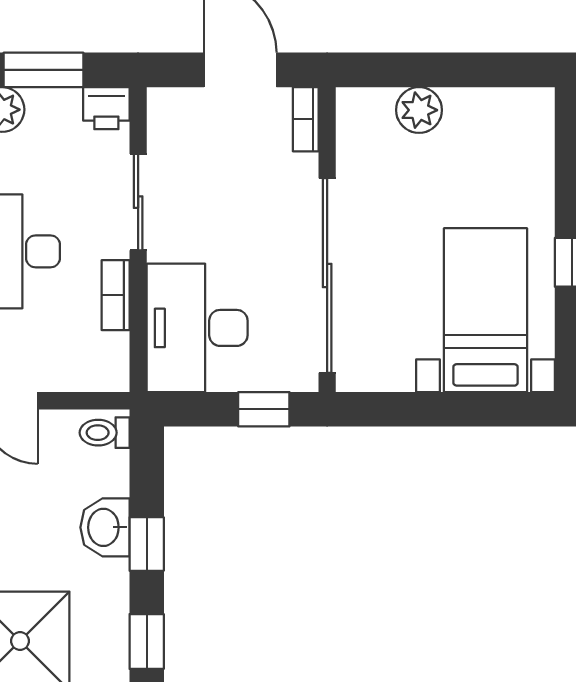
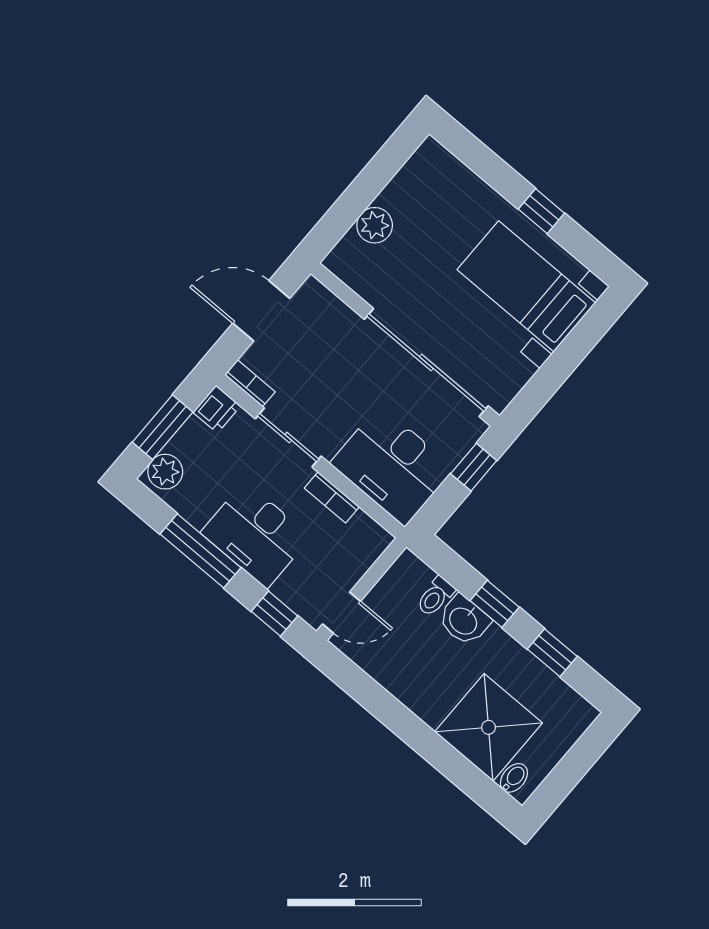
bookcase: (306, 119) -> (250, 383), moved, turned 180
toilet: (105, 433) -> (435, 596), moved

